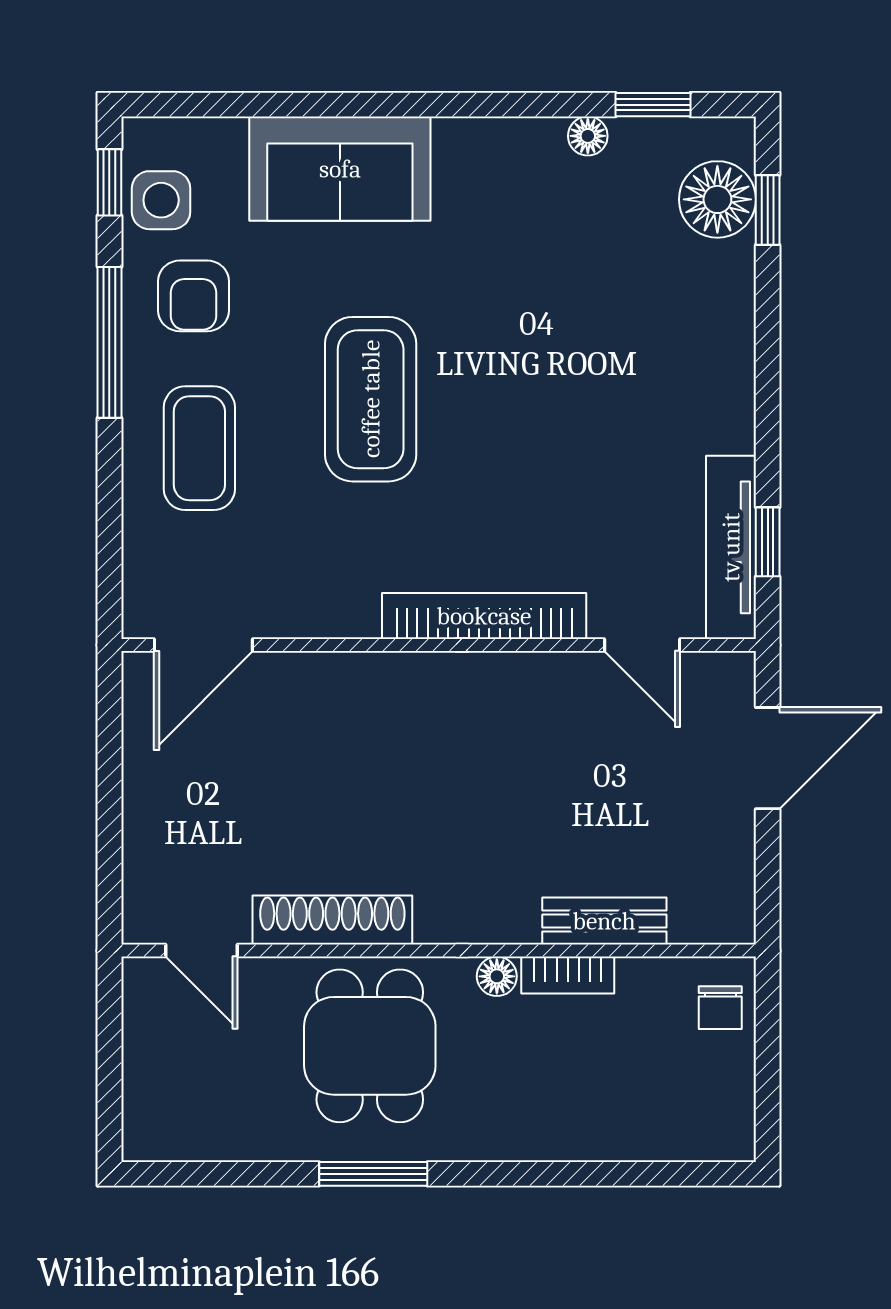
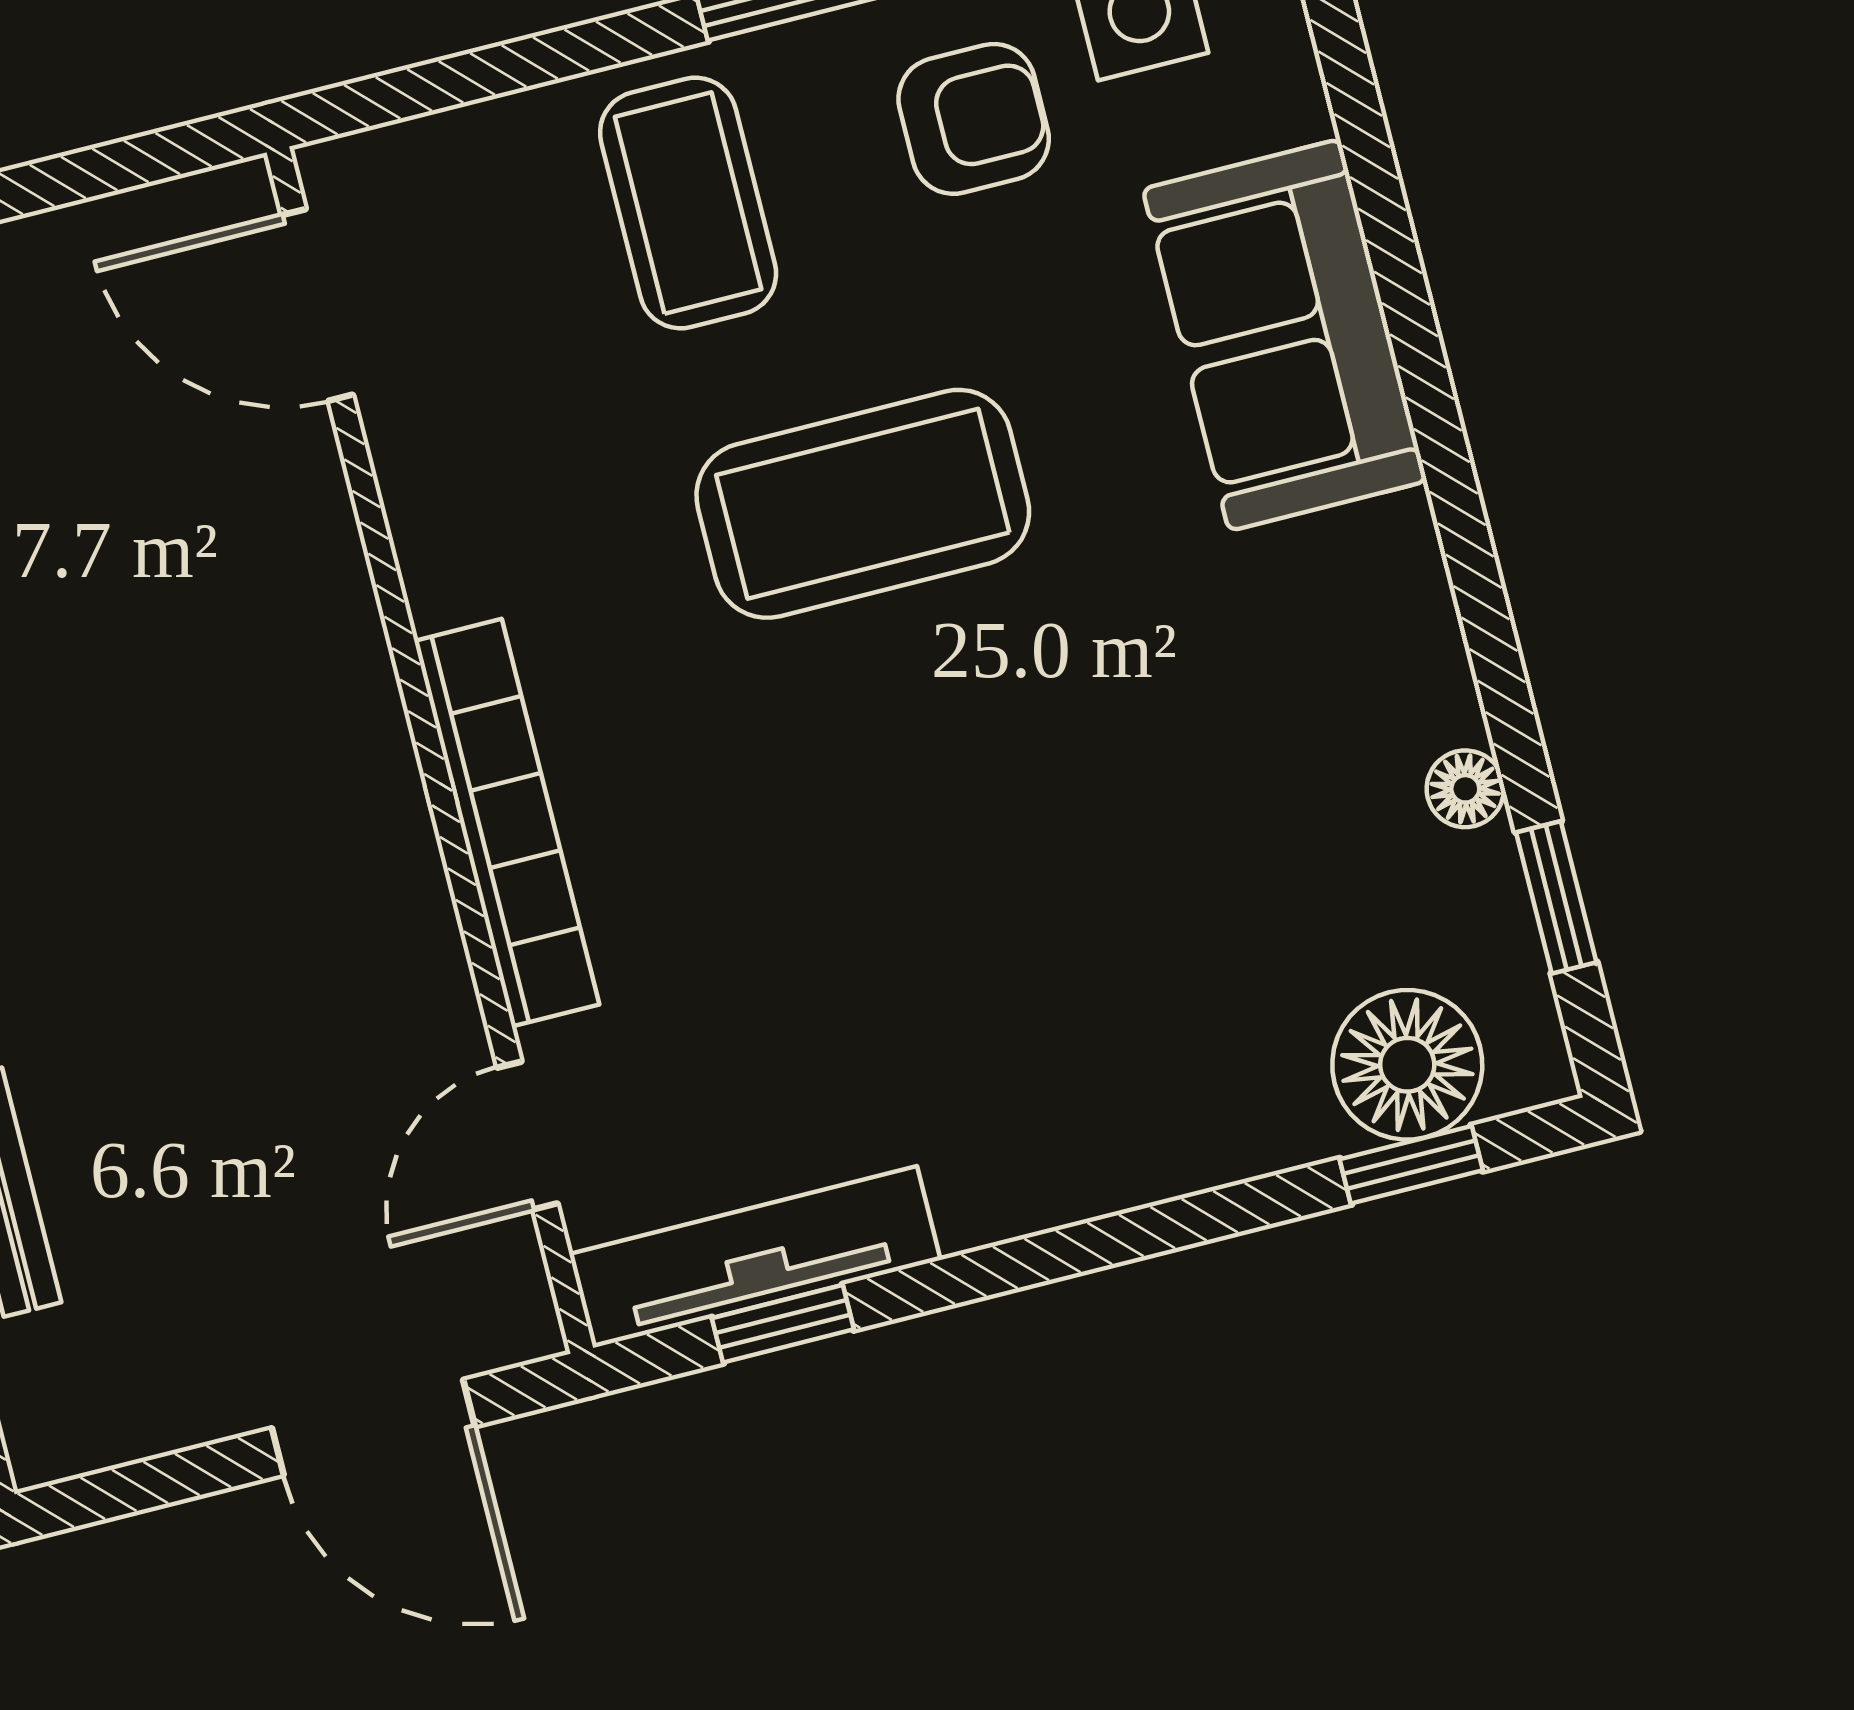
armchair: (193, 296) -> (974, 119), turned 180
coffee table: (199, 448) -> (688, 203), turned 90

